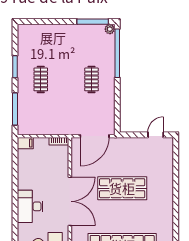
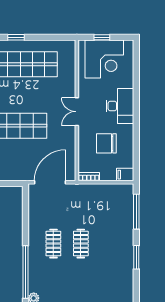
clothes rail: (41, 79) -> (81, 244), moved
chair: (43, 172) -> (106, 143), added
double door: (70, 201) -> (77, 112), width x0.54

